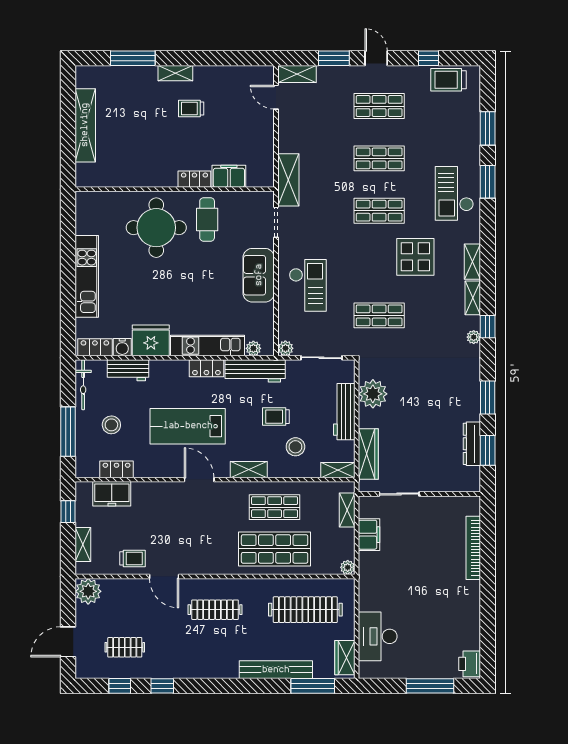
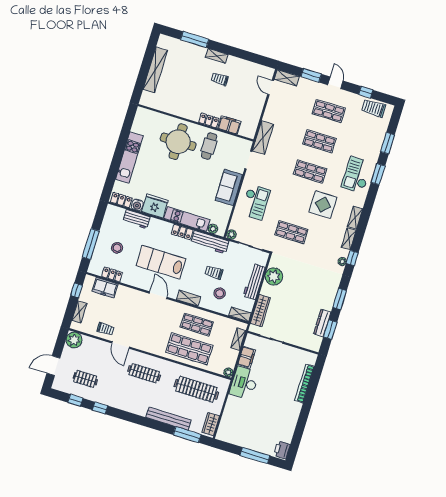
bicycle: (83, 385) -> (108, 220), removed
desk: (378, 636) -> (244, 383), moved

